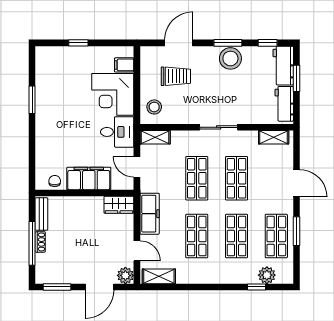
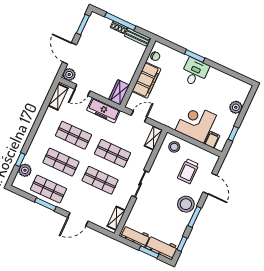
window: (78, 43) -> (233, 134), moved
plant: (71, 55) -> (236, 107), added
stool: (230, 58) -> (186, 204), moved
window: (32, 100) -> (195, 56), moved
desk: (117, 132) -> (195, 72), moved, turned 180

